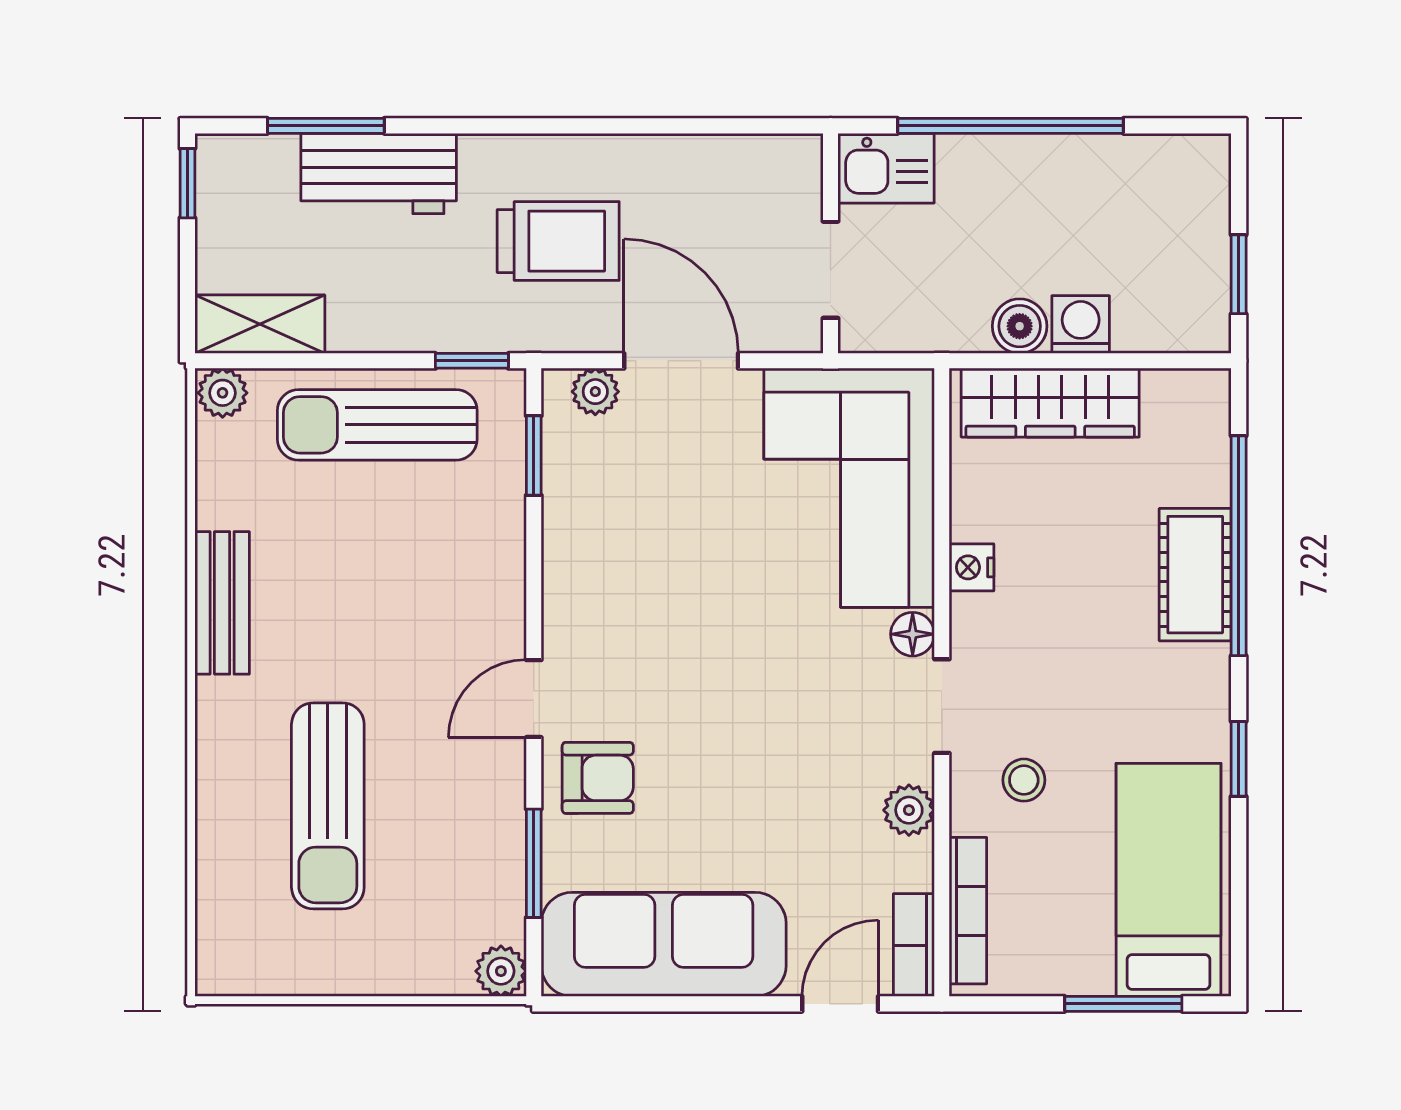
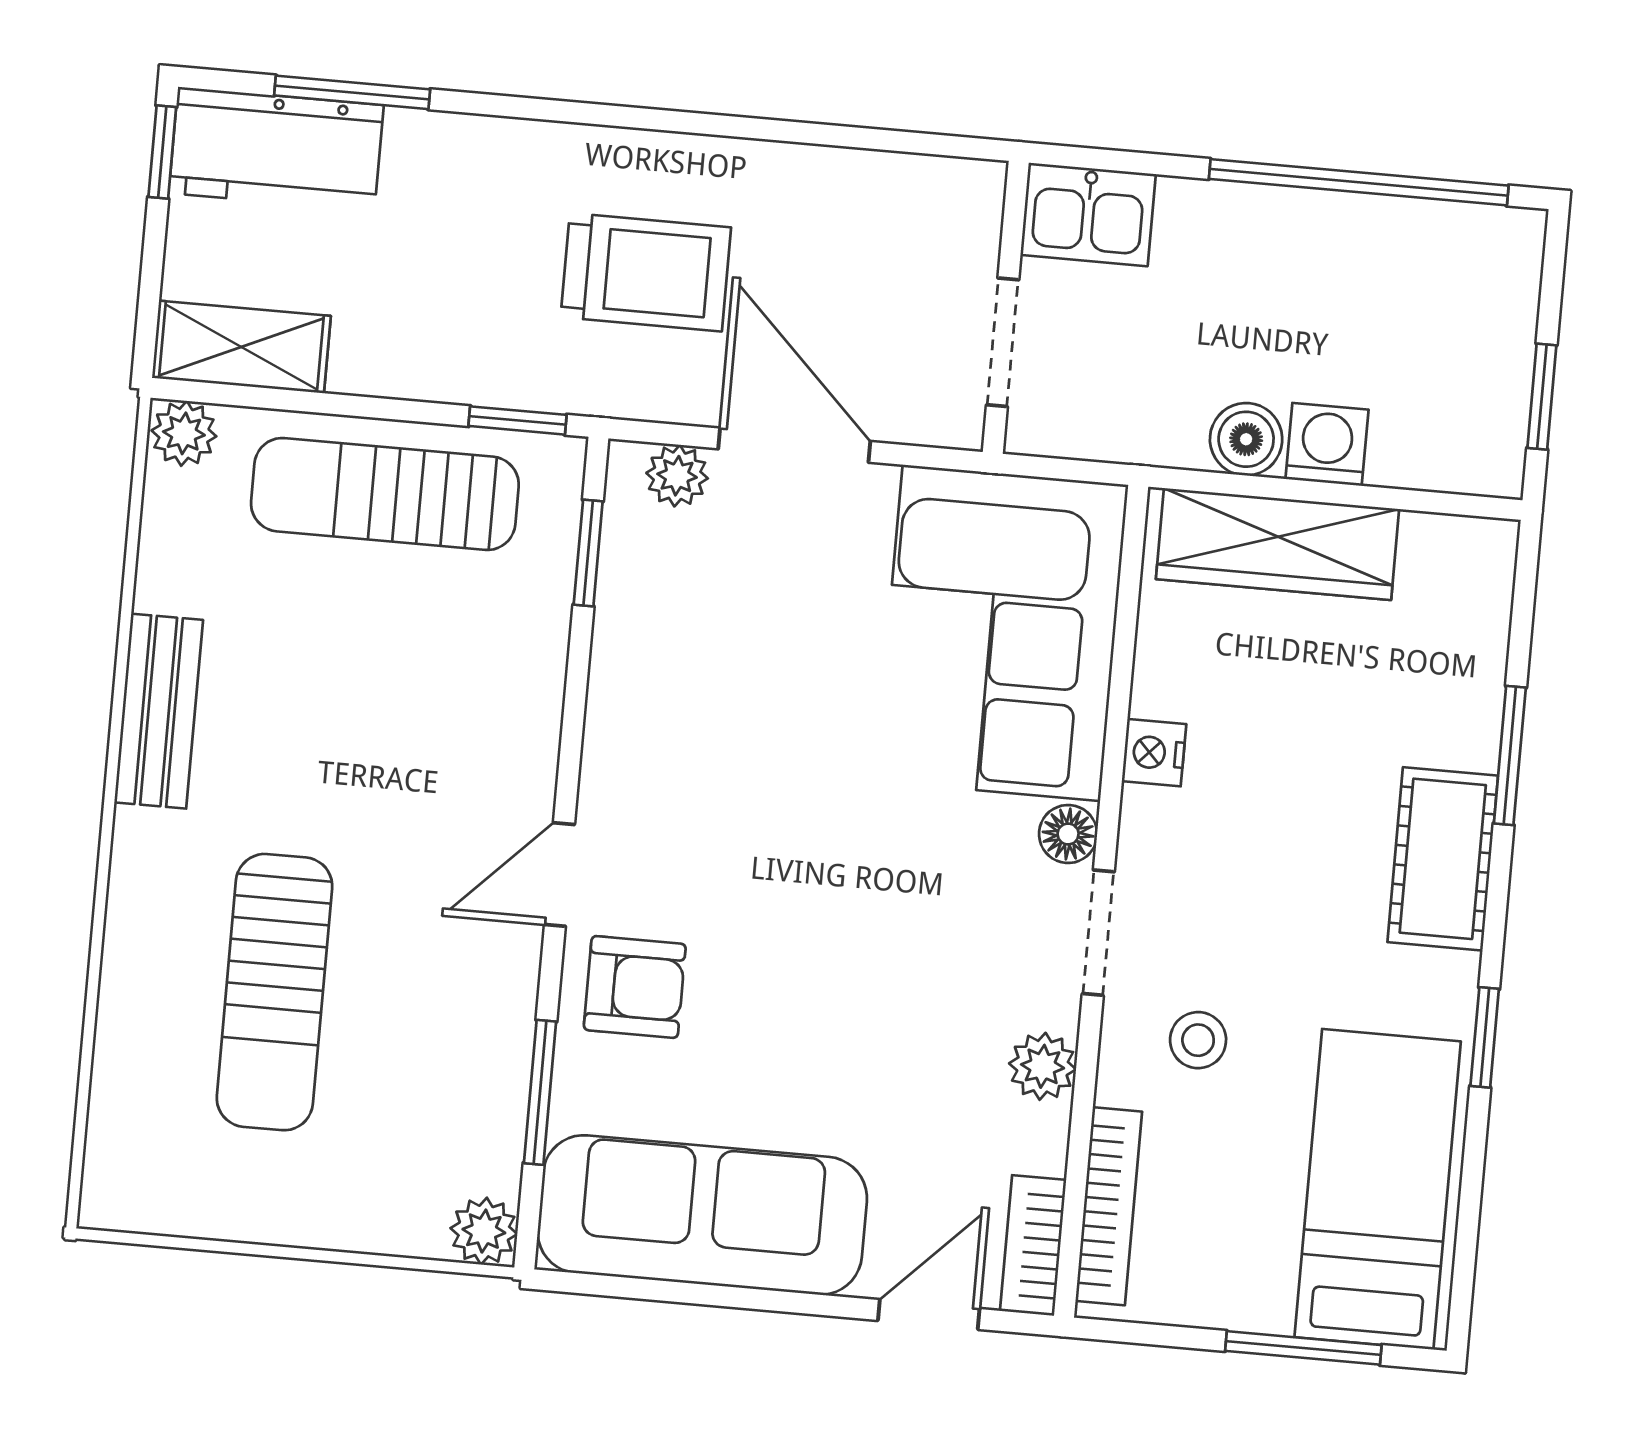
window: (1011, 126) -> (1359, 182), moved
workbench: (379, 173) -> (276, 149), moved
window: (1239, 546) -> (1510, 756), width x0.47
cot: (1195, 575) -> (1443, 859), moved

